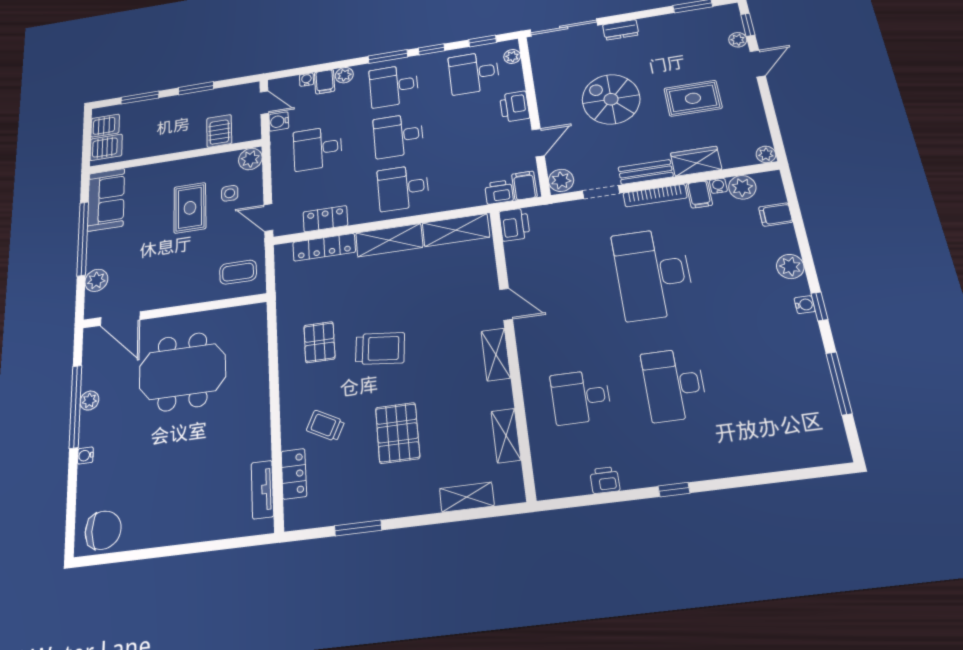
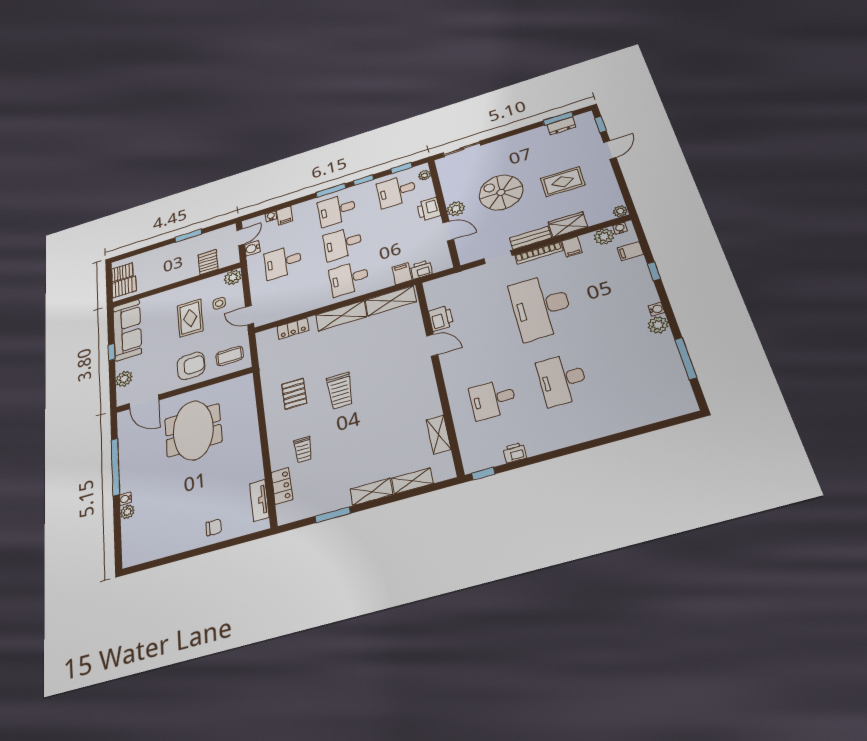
sliding door: (564, 27) -> (462, 149), width x0.73
dresser: (621, 30) -> (561, 126), moved
plant: (738, 40) -> (594, 136), removed
plant: (344, 75) -> (299, 209), removed
window: (140, 98) -> (147, 249), removed
door: (264, 103) -> (240, 237), hinge flipped
door: (538, 143) -> (448, 231), hinge flipped
plant: (561, 180) -> (456, 209), moved
filing cabinet: (524, 186) -> (402, 274), moved
water cooler: (718, 186) -> (620, 228), moved
sofa: (106, 200) -> (127, 330), width x1.36
locker: (325, 219) -> (292, 309), removed
printer: (514, 225) -> (441, 318), moved
window: (83, 238) -> (112, 352), width x0.32
locker: (324, 247) -> (293, 329), width x0.66
plant: (790, 266) -> (658, 325), moved
armchair: (186, 277) -> (191, 366), added
window: (819, 306) -> (654, 271), moved
trolley: (380, 348) -> (340, 391), turned 84
shelving: (496, 355) -> (371, 492), moved, turned 90
meeting table: (182, 372) -> (193, 430), turned 90
plant: (89, 401) -> (127, 512), moved
trolley: (325, 426) -> (303, 450), turned -117
pallet: (398, 433) -> (357, 446), removed
window: (674, 490) -> (483, 474), moved
chair: (103, 530) -> (214, 527), moved, width x0.54, depth x0.54

